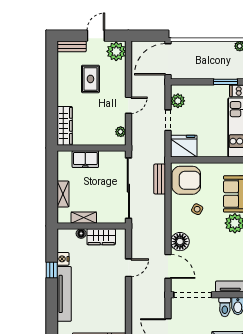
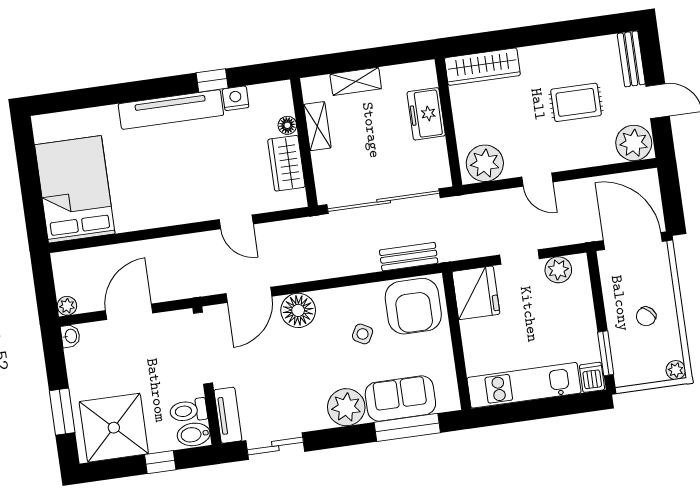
chair: (209, 58) -> (646, 316), added
plant: (121, 132) -> (485, 163), width x1.88, depth x1.88

